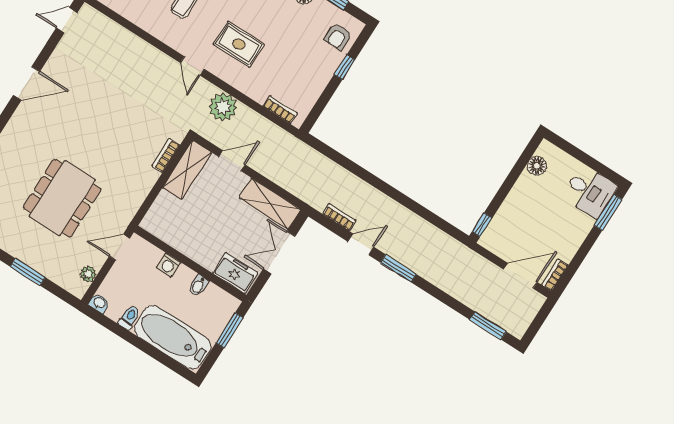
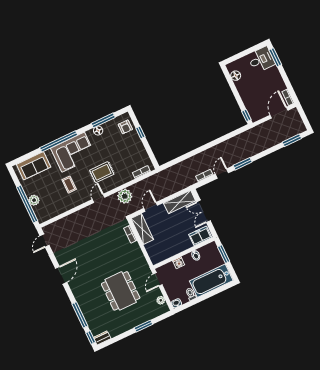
door: (192, 66) -> (98, 198), swing flipped

